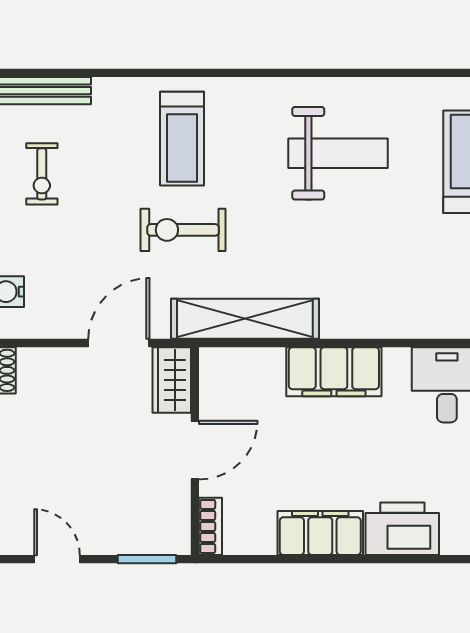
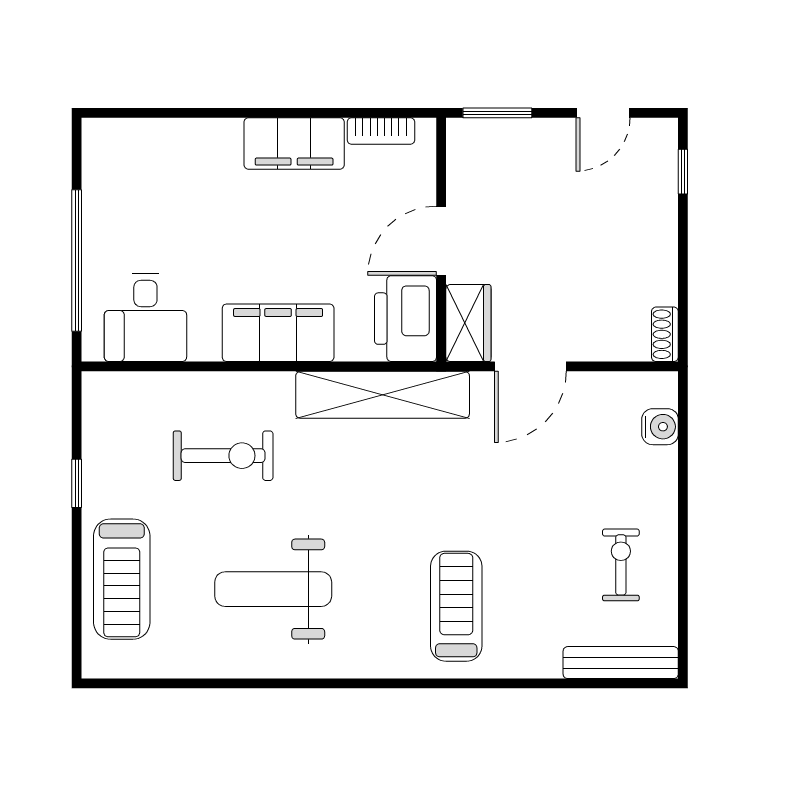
exercise bike: (183, 230) -> (223, 456), moved
bookcase: (210, 526) -> (381, 131), moved, turned -90
printer: (402, 529) -> (406, 319), moved, turned 90
door: (57, 559) -> (603, 113), hinge flipped

